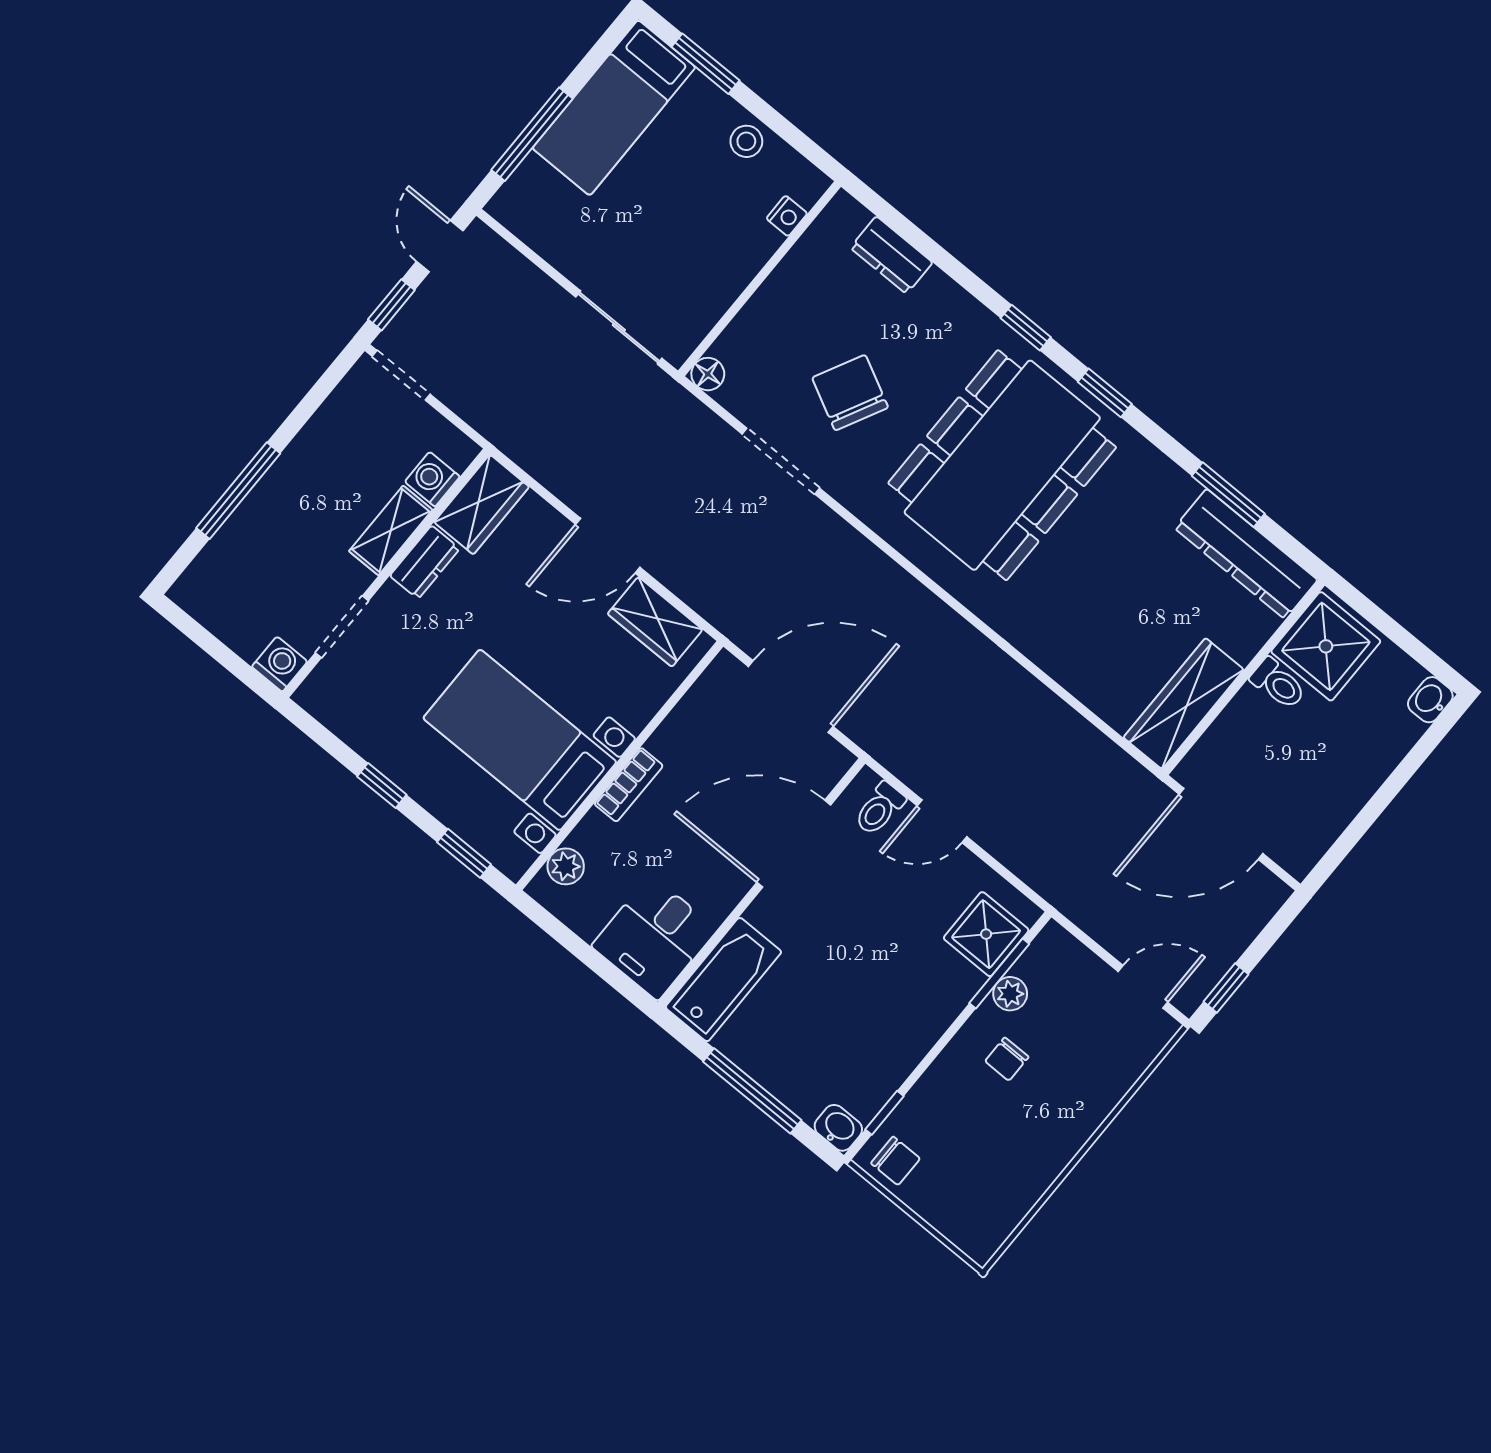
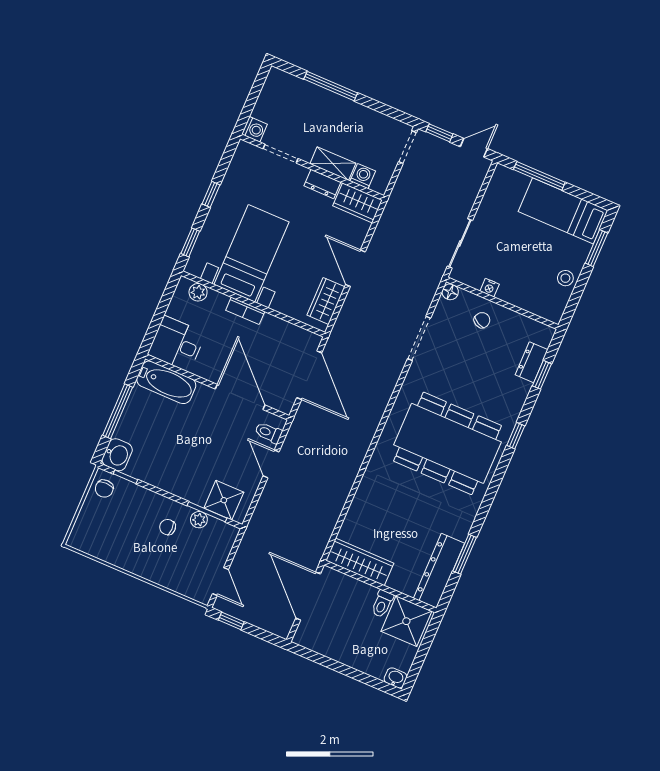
nightstand: (787, 216) -> (490, 288), moved
chair: (850, 393) -> (482, 320), moved, width x0.54, depth x0.54
window: (1105, 393) -> (542, 375), moved
washbasin: (838, 1128) -> (117, 455), width x1.38, depth x1.45

